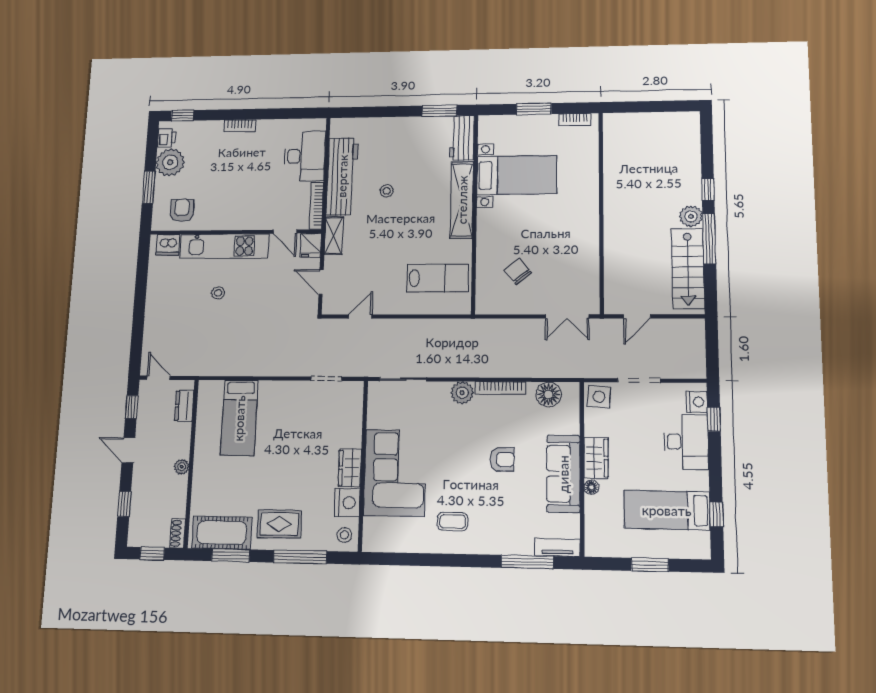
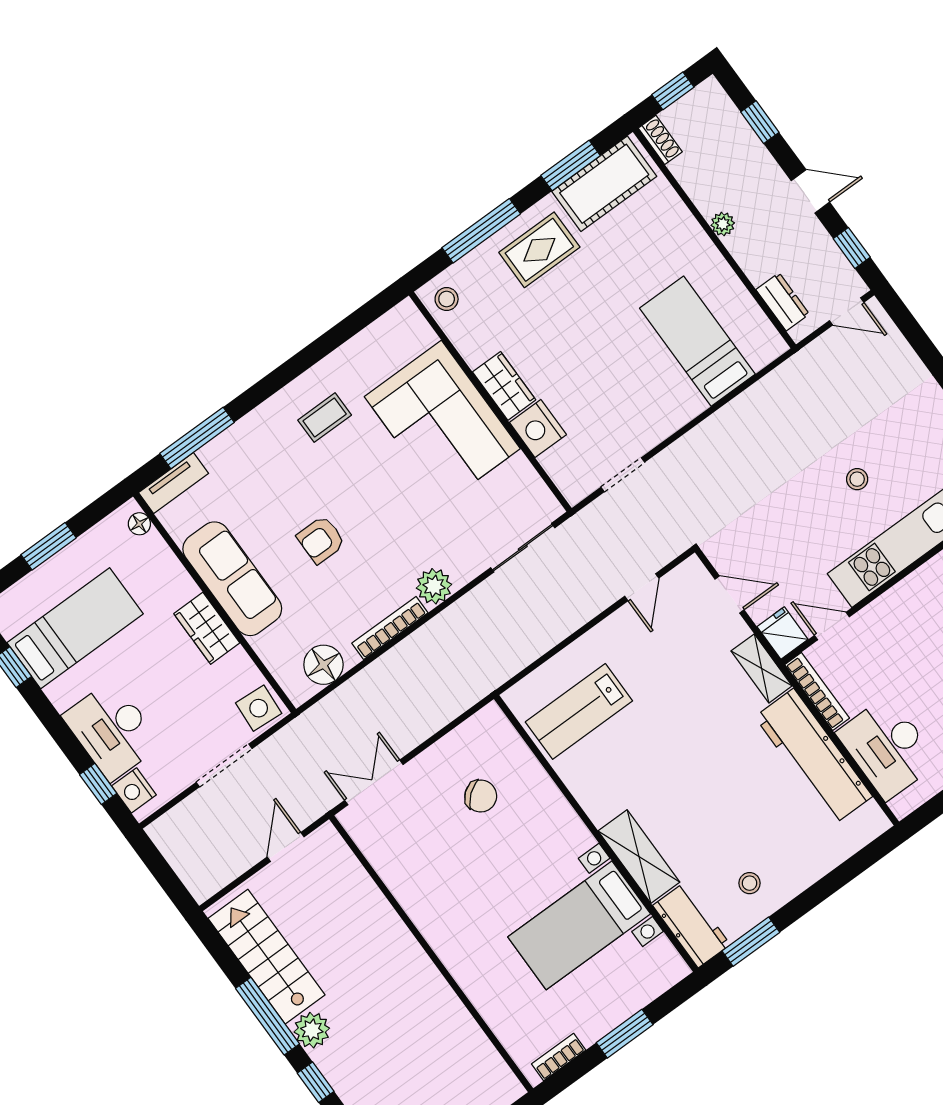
stool: (387, 191) -> (750, 883), moved
shelving: (462, 200) -> (639, 857), width x0.68
floor lamp: (591, 487) -> (139, 524), moved
nightstand: (347, 503) -> (538, 428), moved

